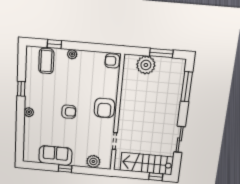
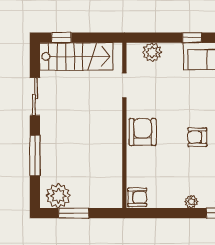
plant: (146, 65) -> (58, 196), moved
window: (187, 87) -> (35, 156), moved
armchair: (69, 112) -> (197, 137), moved

